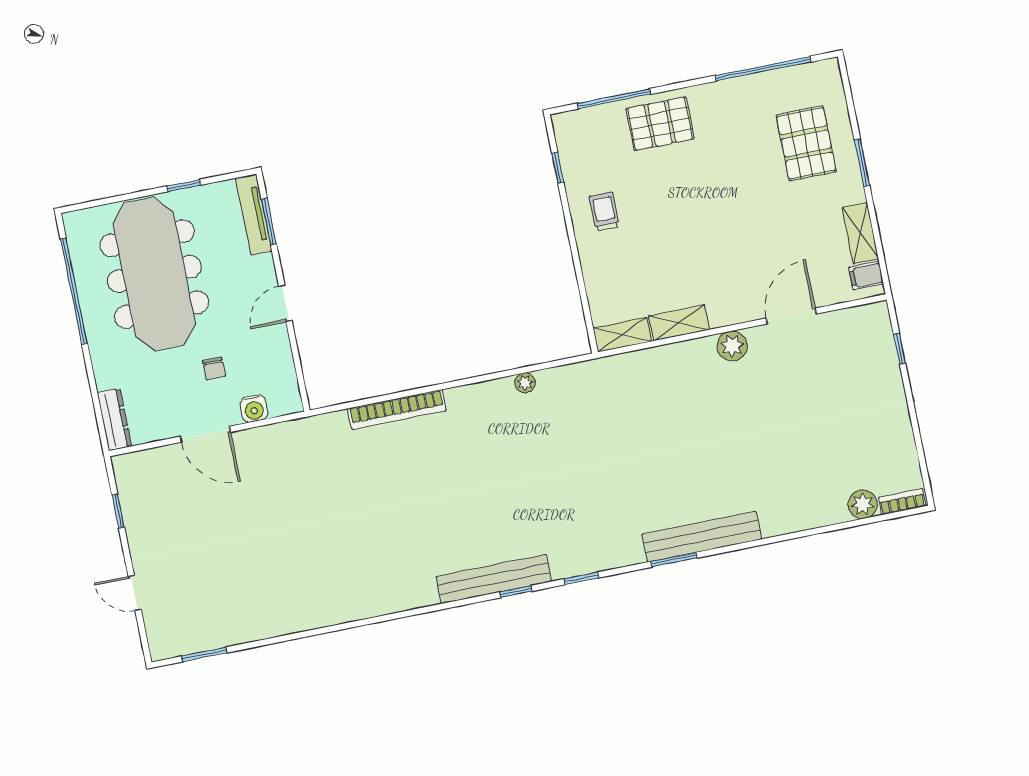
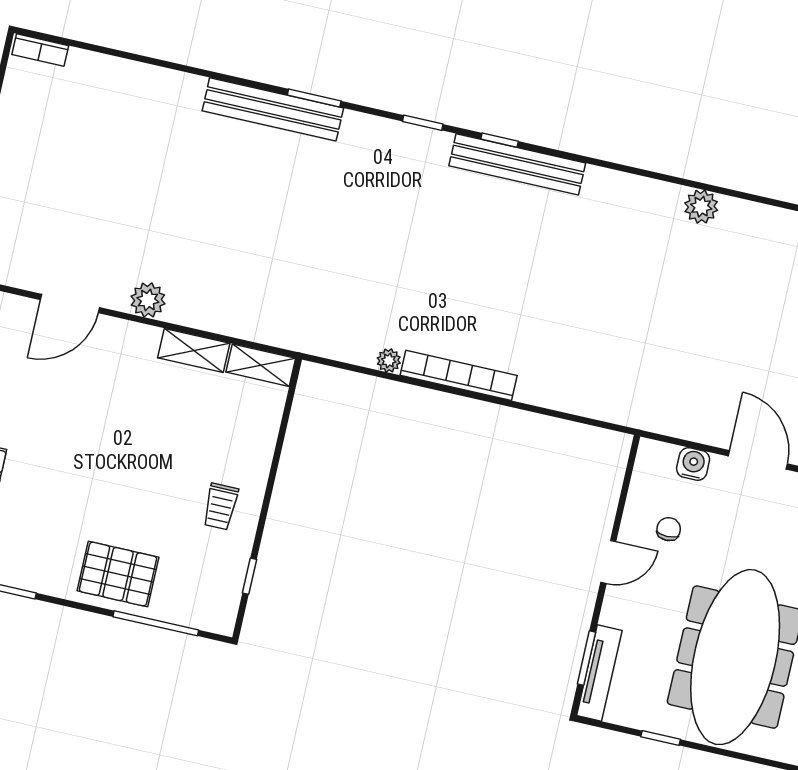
chair: (214, 369) -> (669, 529), moved
bookcase: (397, 409) -> (459, 375), moved
plant: (863, 504) -> (701, 207), moved

